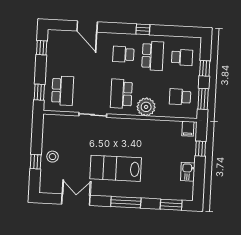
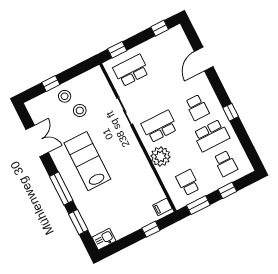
school desk: (123, 54) -> (197, 107), turned 180
school desk: (63, 91) -> (131, 71), turned 180
stool: (71, 151) -> (80, 110), added
kitchen sink: (188, 172) -> (104, 239), moved
window: (171, 205) -> (78, 222), moved

